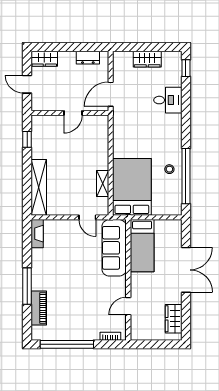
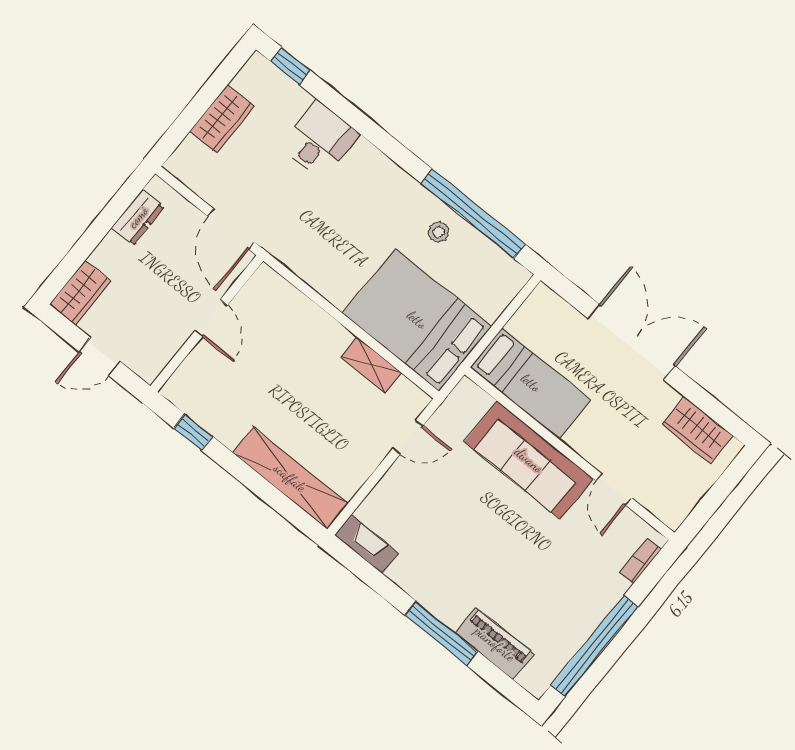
sofa: (114, 248) -> (529, 460), moved

